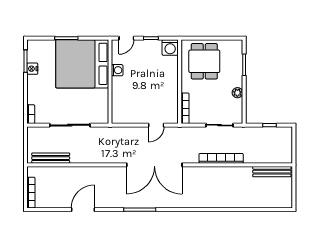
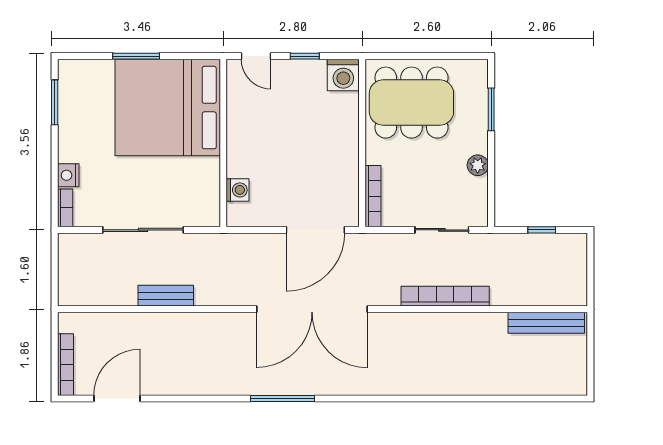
door: (126, 38) -> (256, 56), hinge flipped
dining table: (204, 61) -> (411, 103), width x1.38
nightstand: (32, 69) -> (68, 175), moved
washing machine: (117, 70) -> (238, 190), moved
door: (156, 125) -> (315, 230), width x1.87
bench: (51, 158) -> (166, 296), moved, width x0.73
door: (83, 210) -> (117, 399), moved

